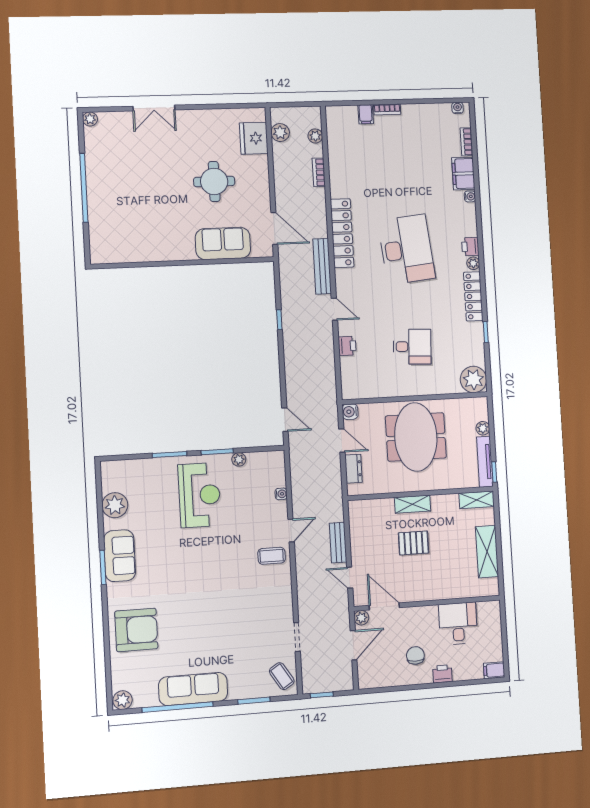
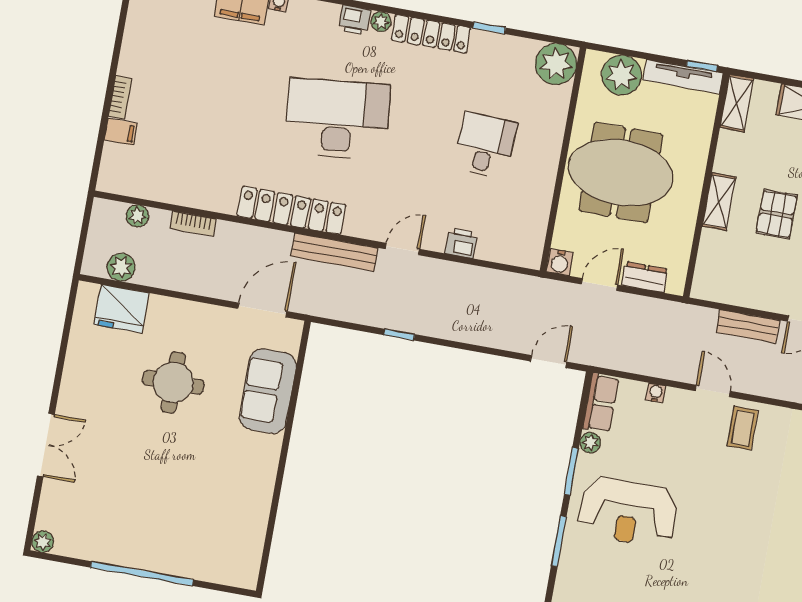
plant: (483, 428) -> (622, 75), width x1.87, depth x1.87
row of seats: (266, 460) -> (601, 403), added
reception desk: (199, 495) -> (628, 512), turned 180

